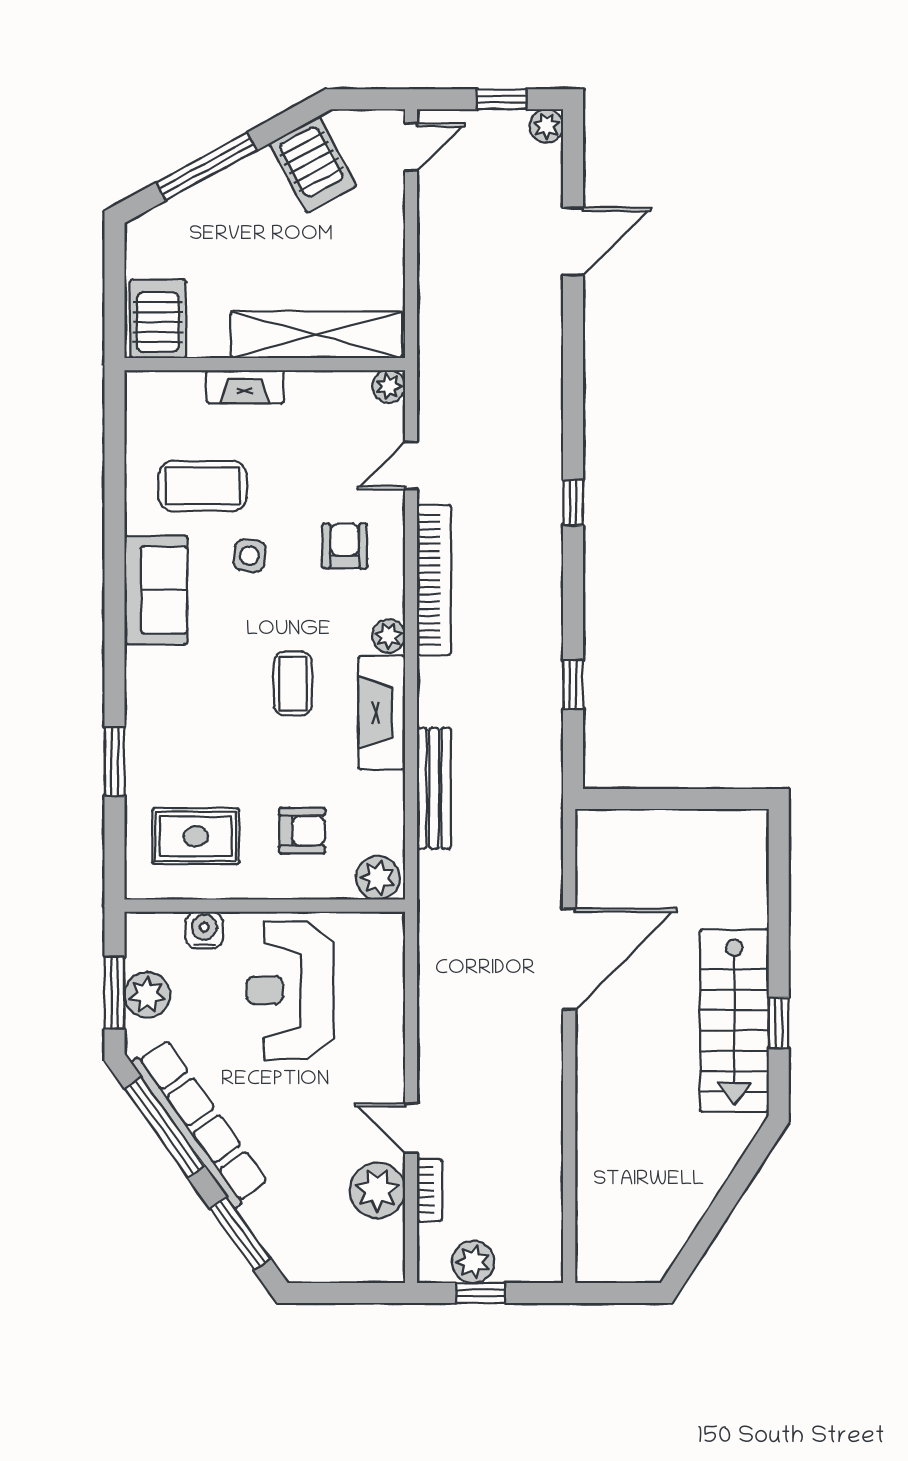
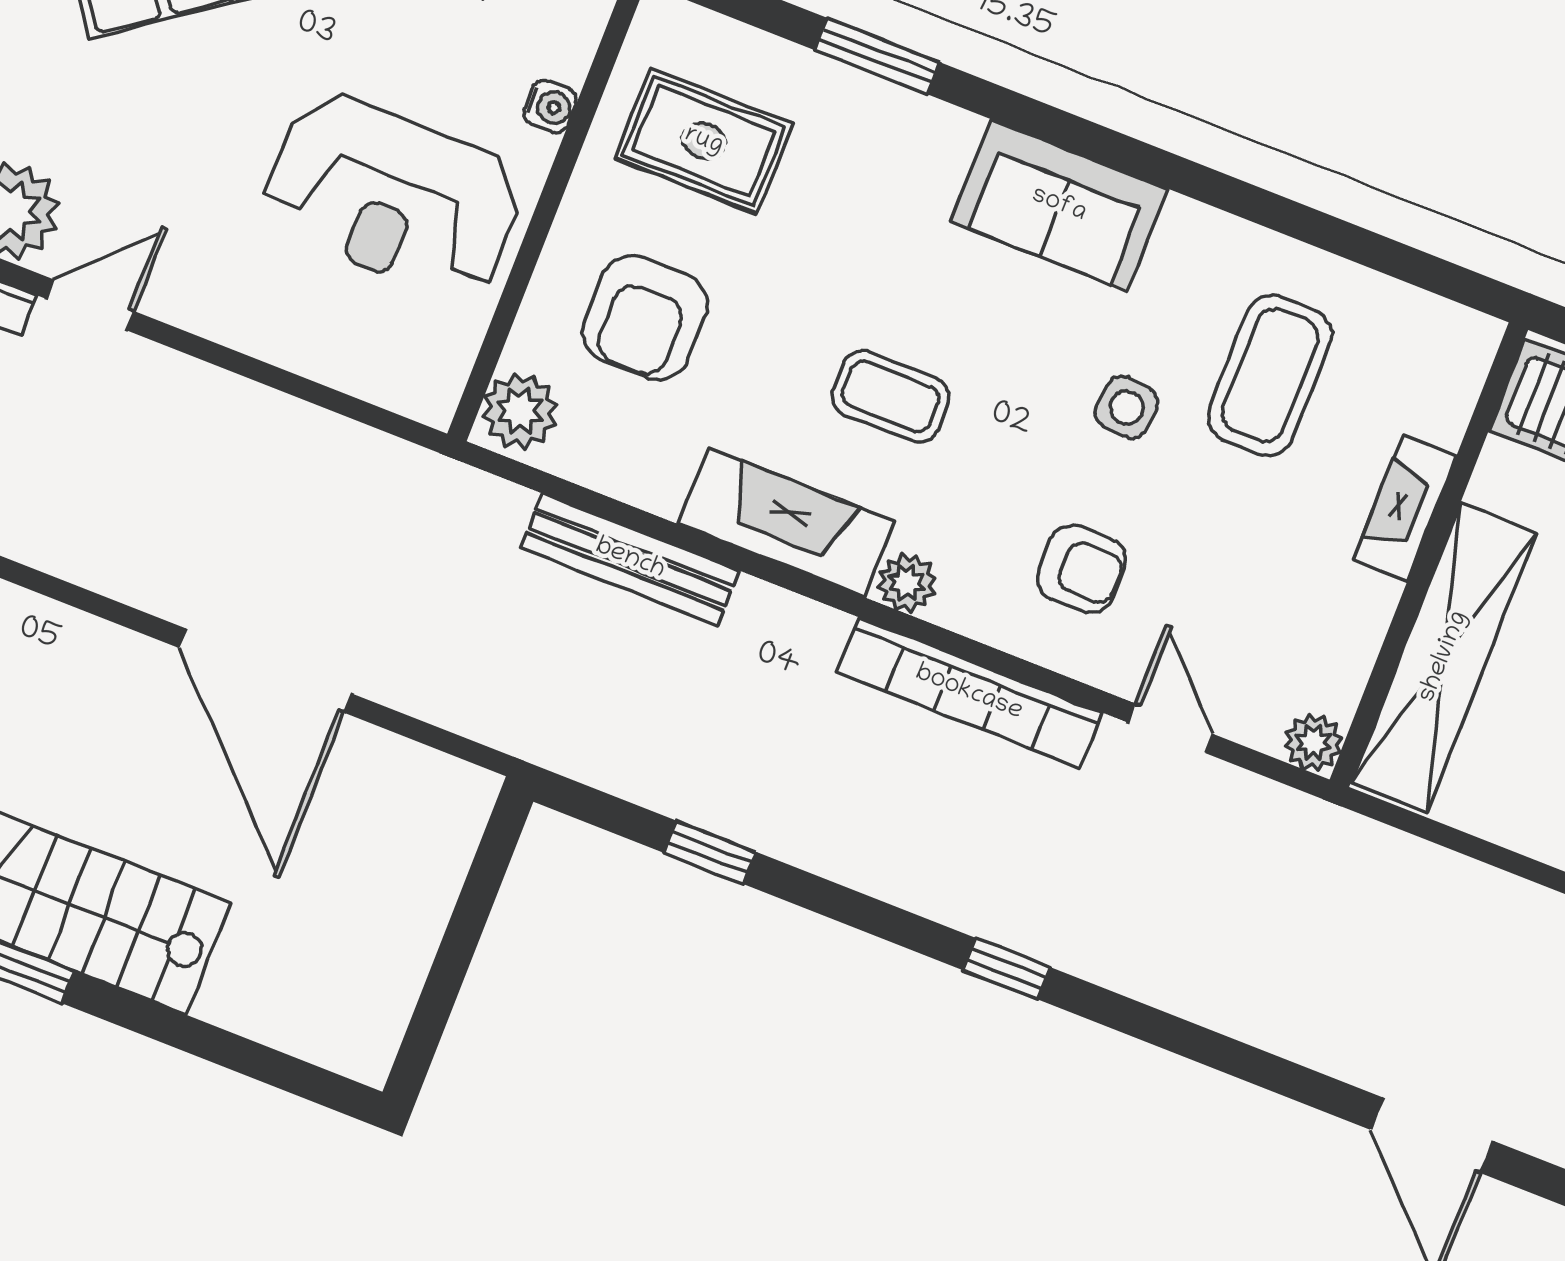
sofa: (156, 590) -> (1059, 205), moved
armchair: (302, 831) -> (645, 318), width x1.38, depth x1.38
rug: (196, 836) -> (704, 141), turned 90
water cooler: (204, 930) -> (550, 106), width x0.72, depth x0.72
reception desk: (290, 990) -> (393, 196), turned 180

